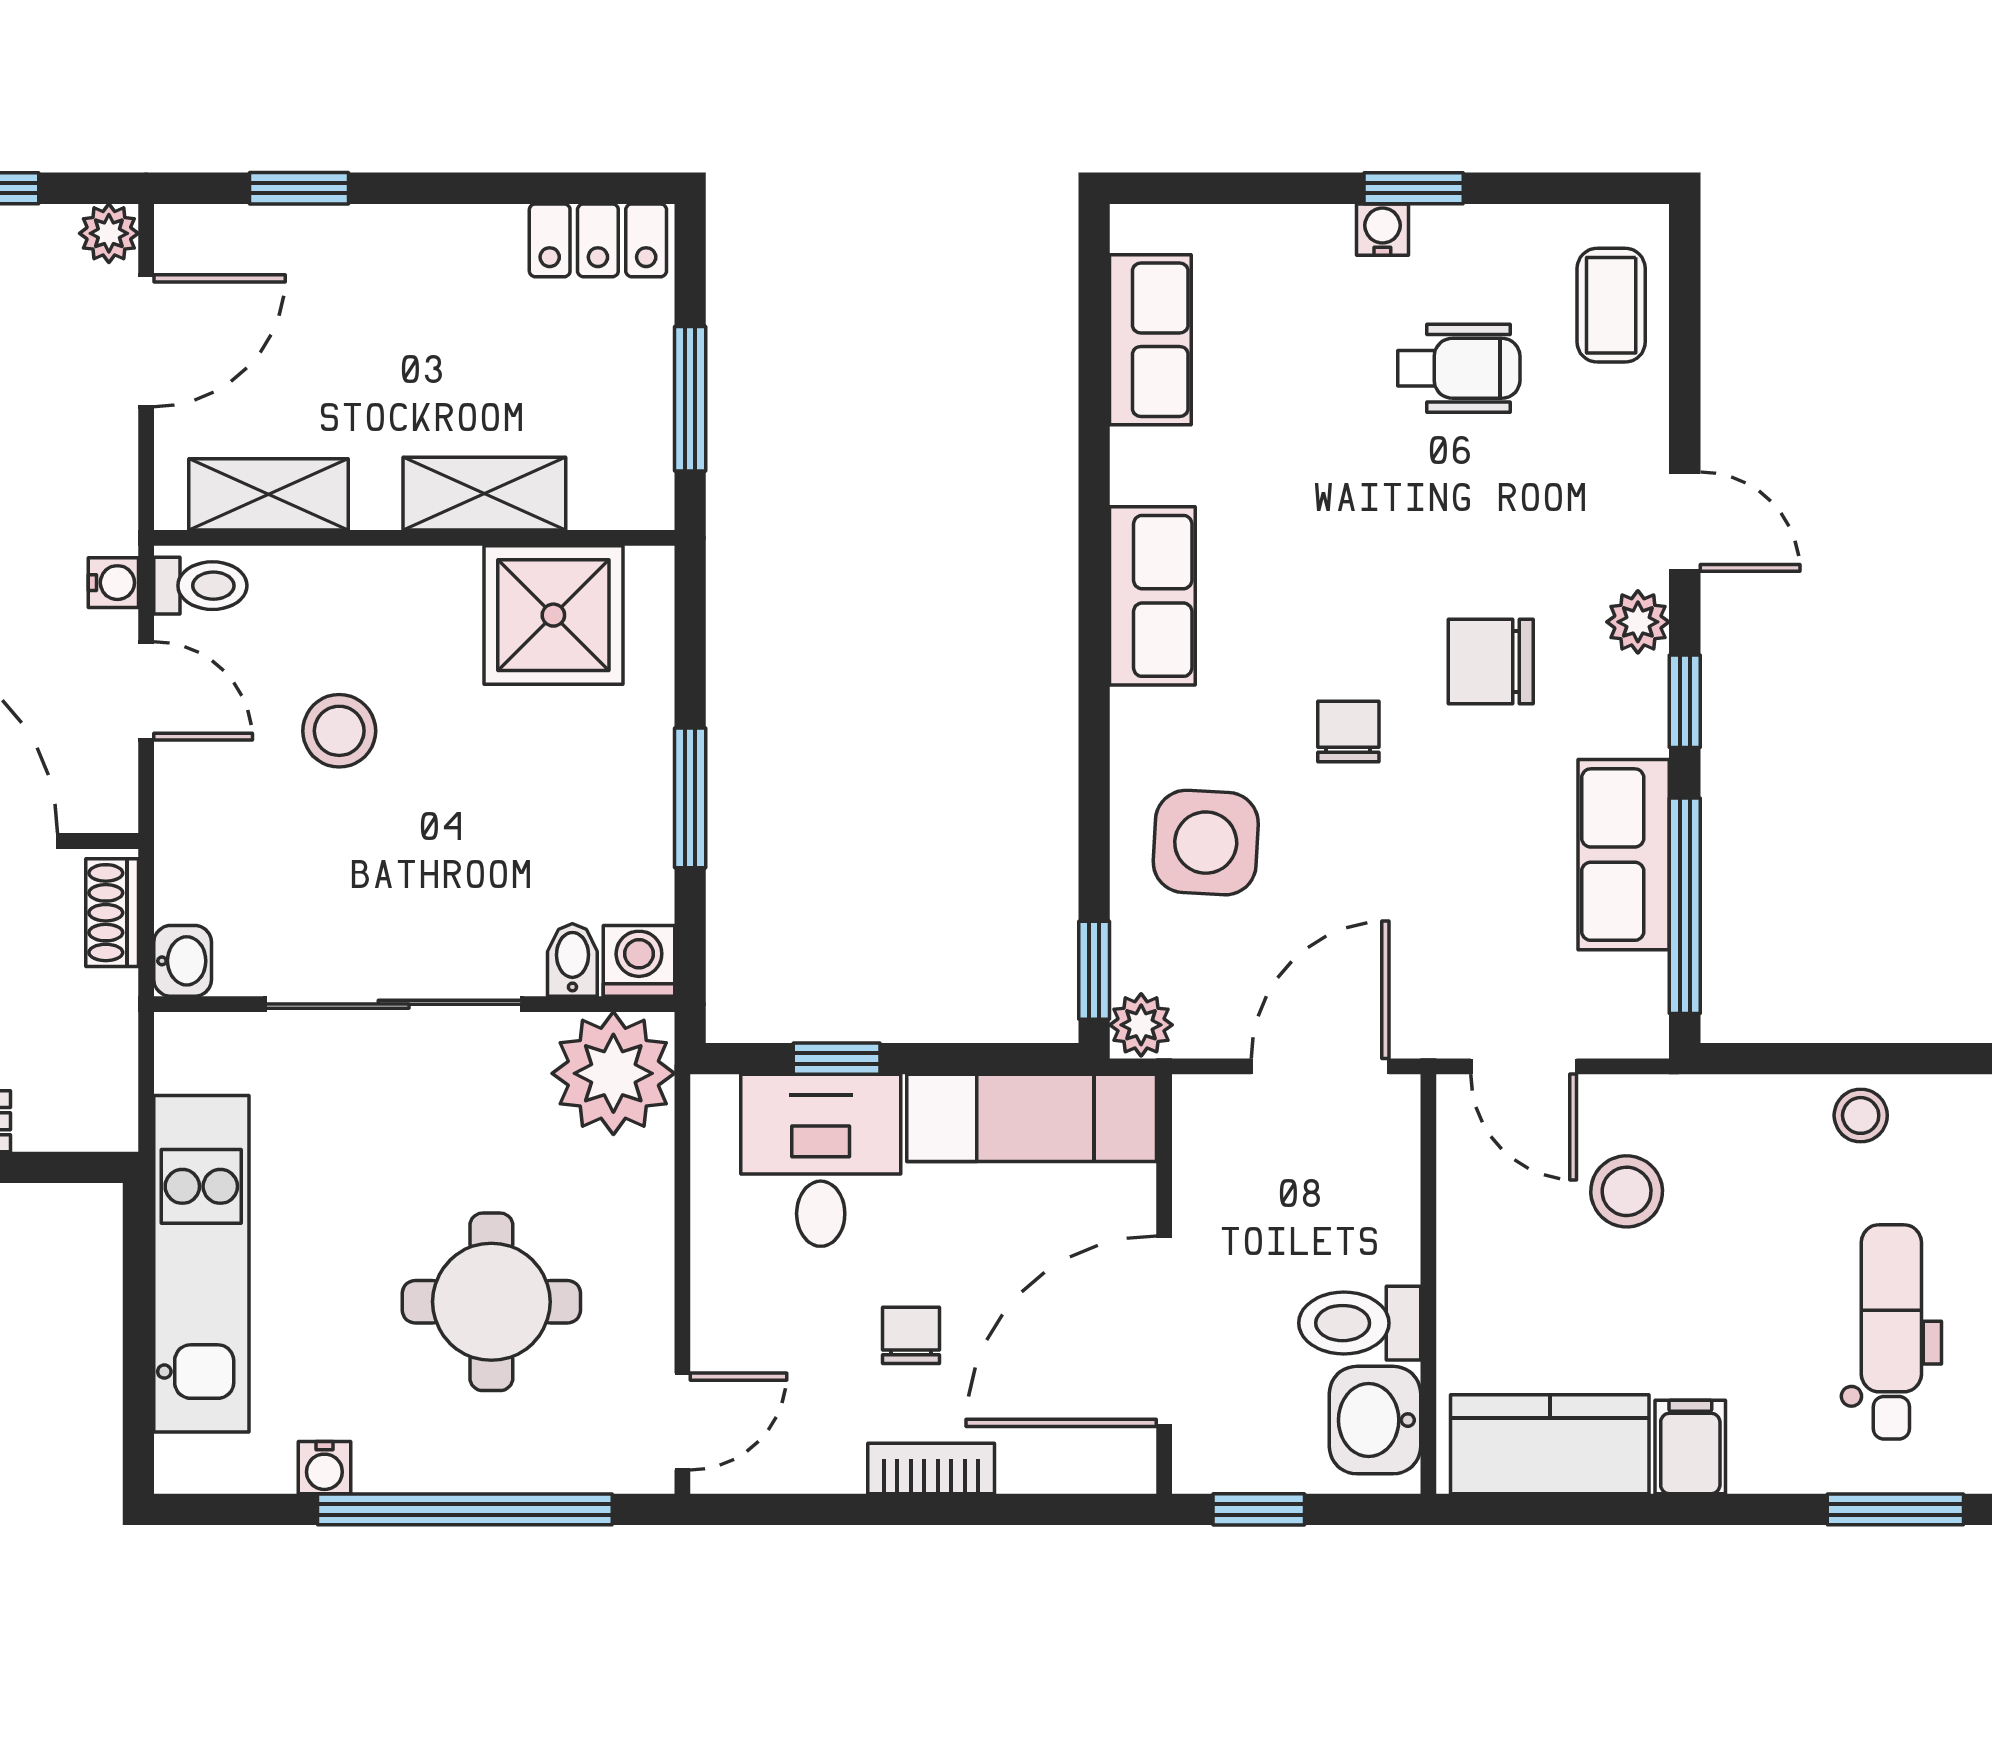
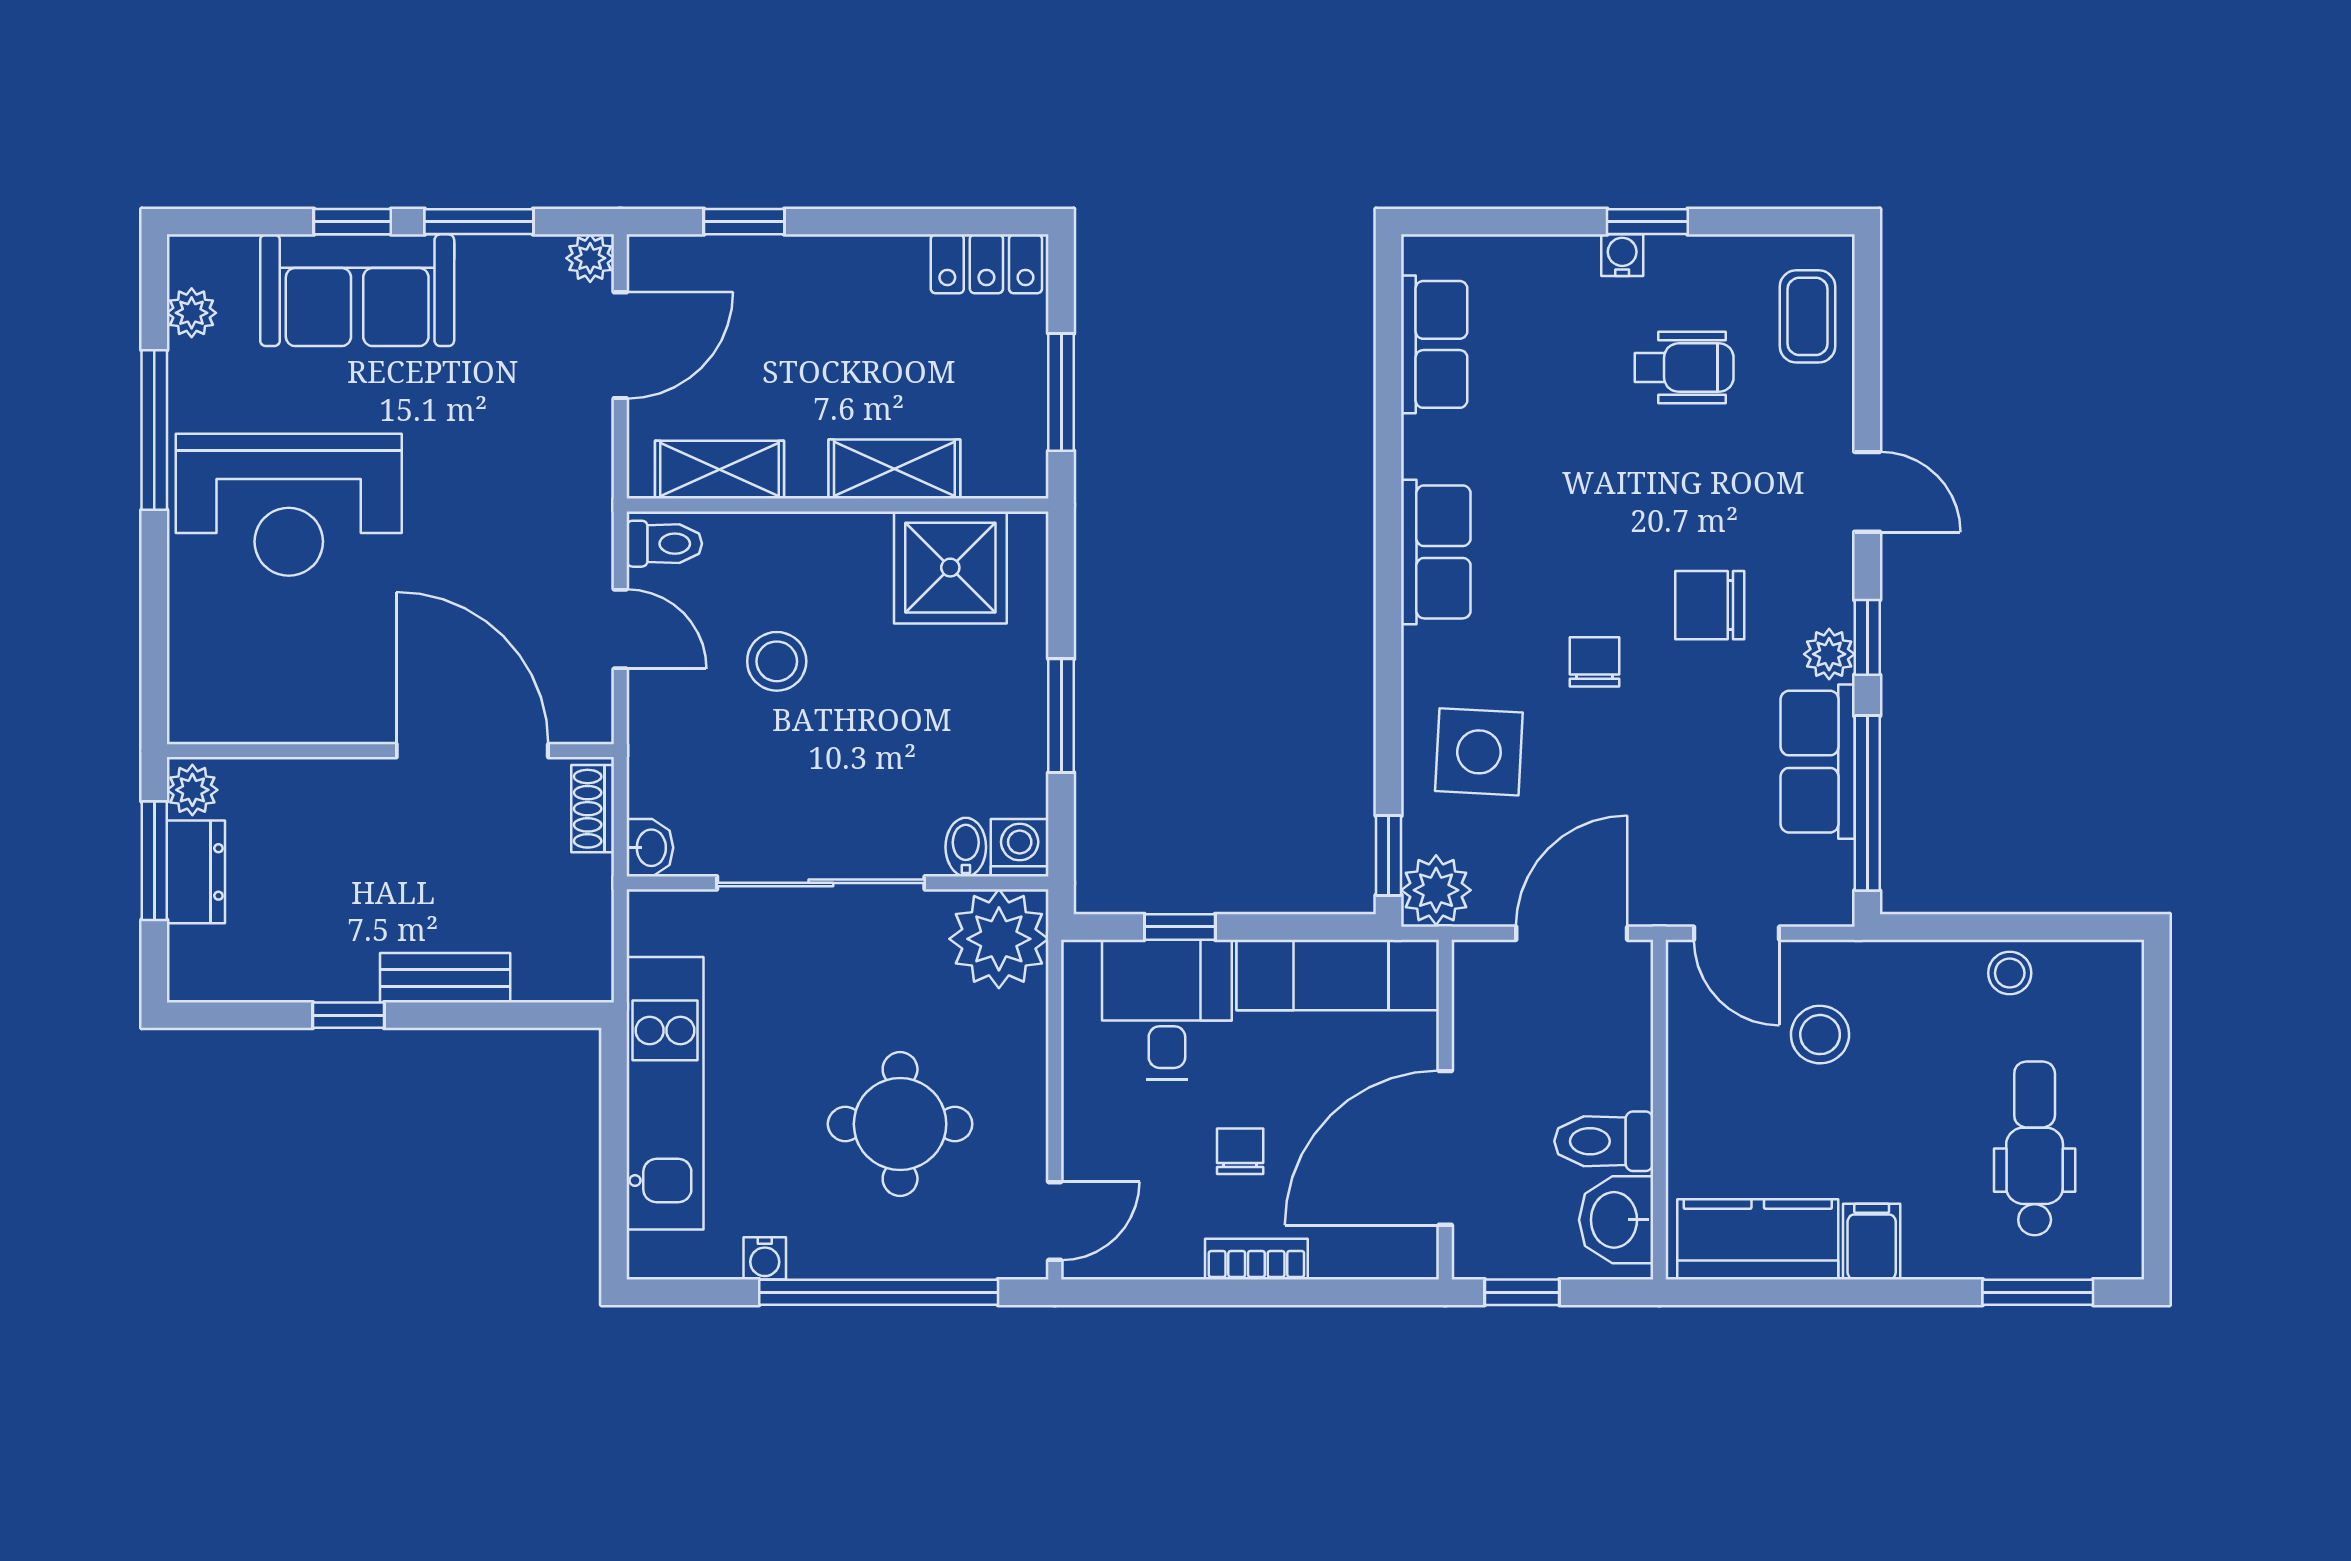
water cooler: (113, 583) -> (594, 541), removed
plant: (1638, 622) -> (1829, 654), moved
plant: (1141, 1025) -> (1436, 890), width x1.38, depth x1.38

